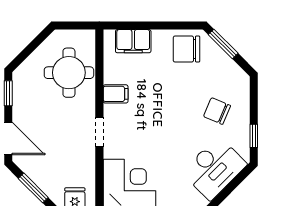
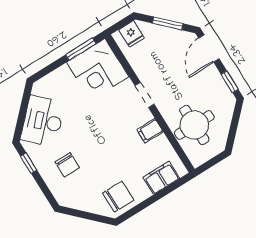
window: (223, 44) -> (94, 217), removed
chair: (217, 111) -> (67, 165), turned 67
door: (8, 138) -> (209, 48), hinge flipped

